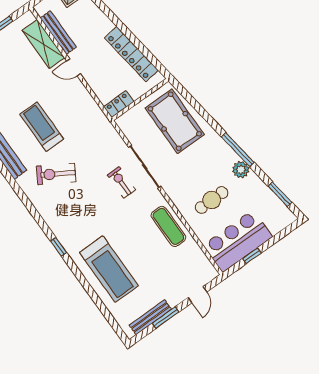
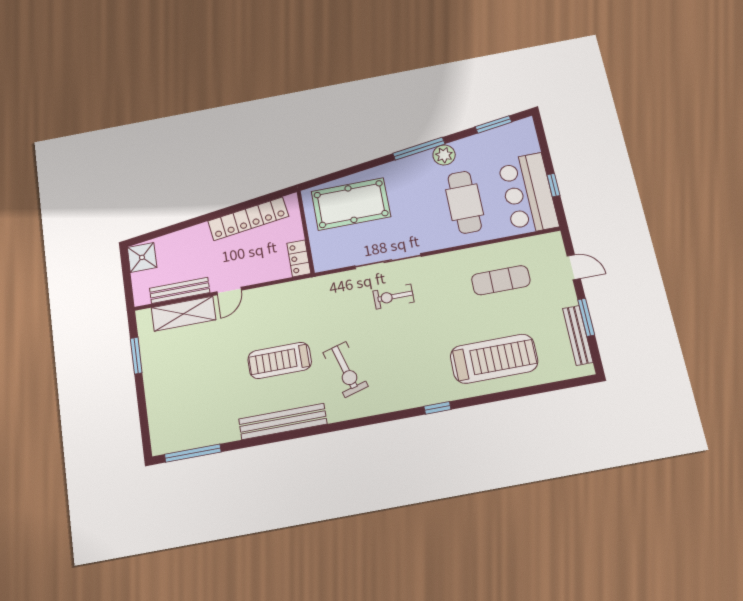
exercise bike: (56, 174) -> (345, 369), turned -47
cafe table: (212, 200) -> (465, 202), width x1.37, depth x1.35
exercise mat: (168, 226) -> (501, 280), moved

